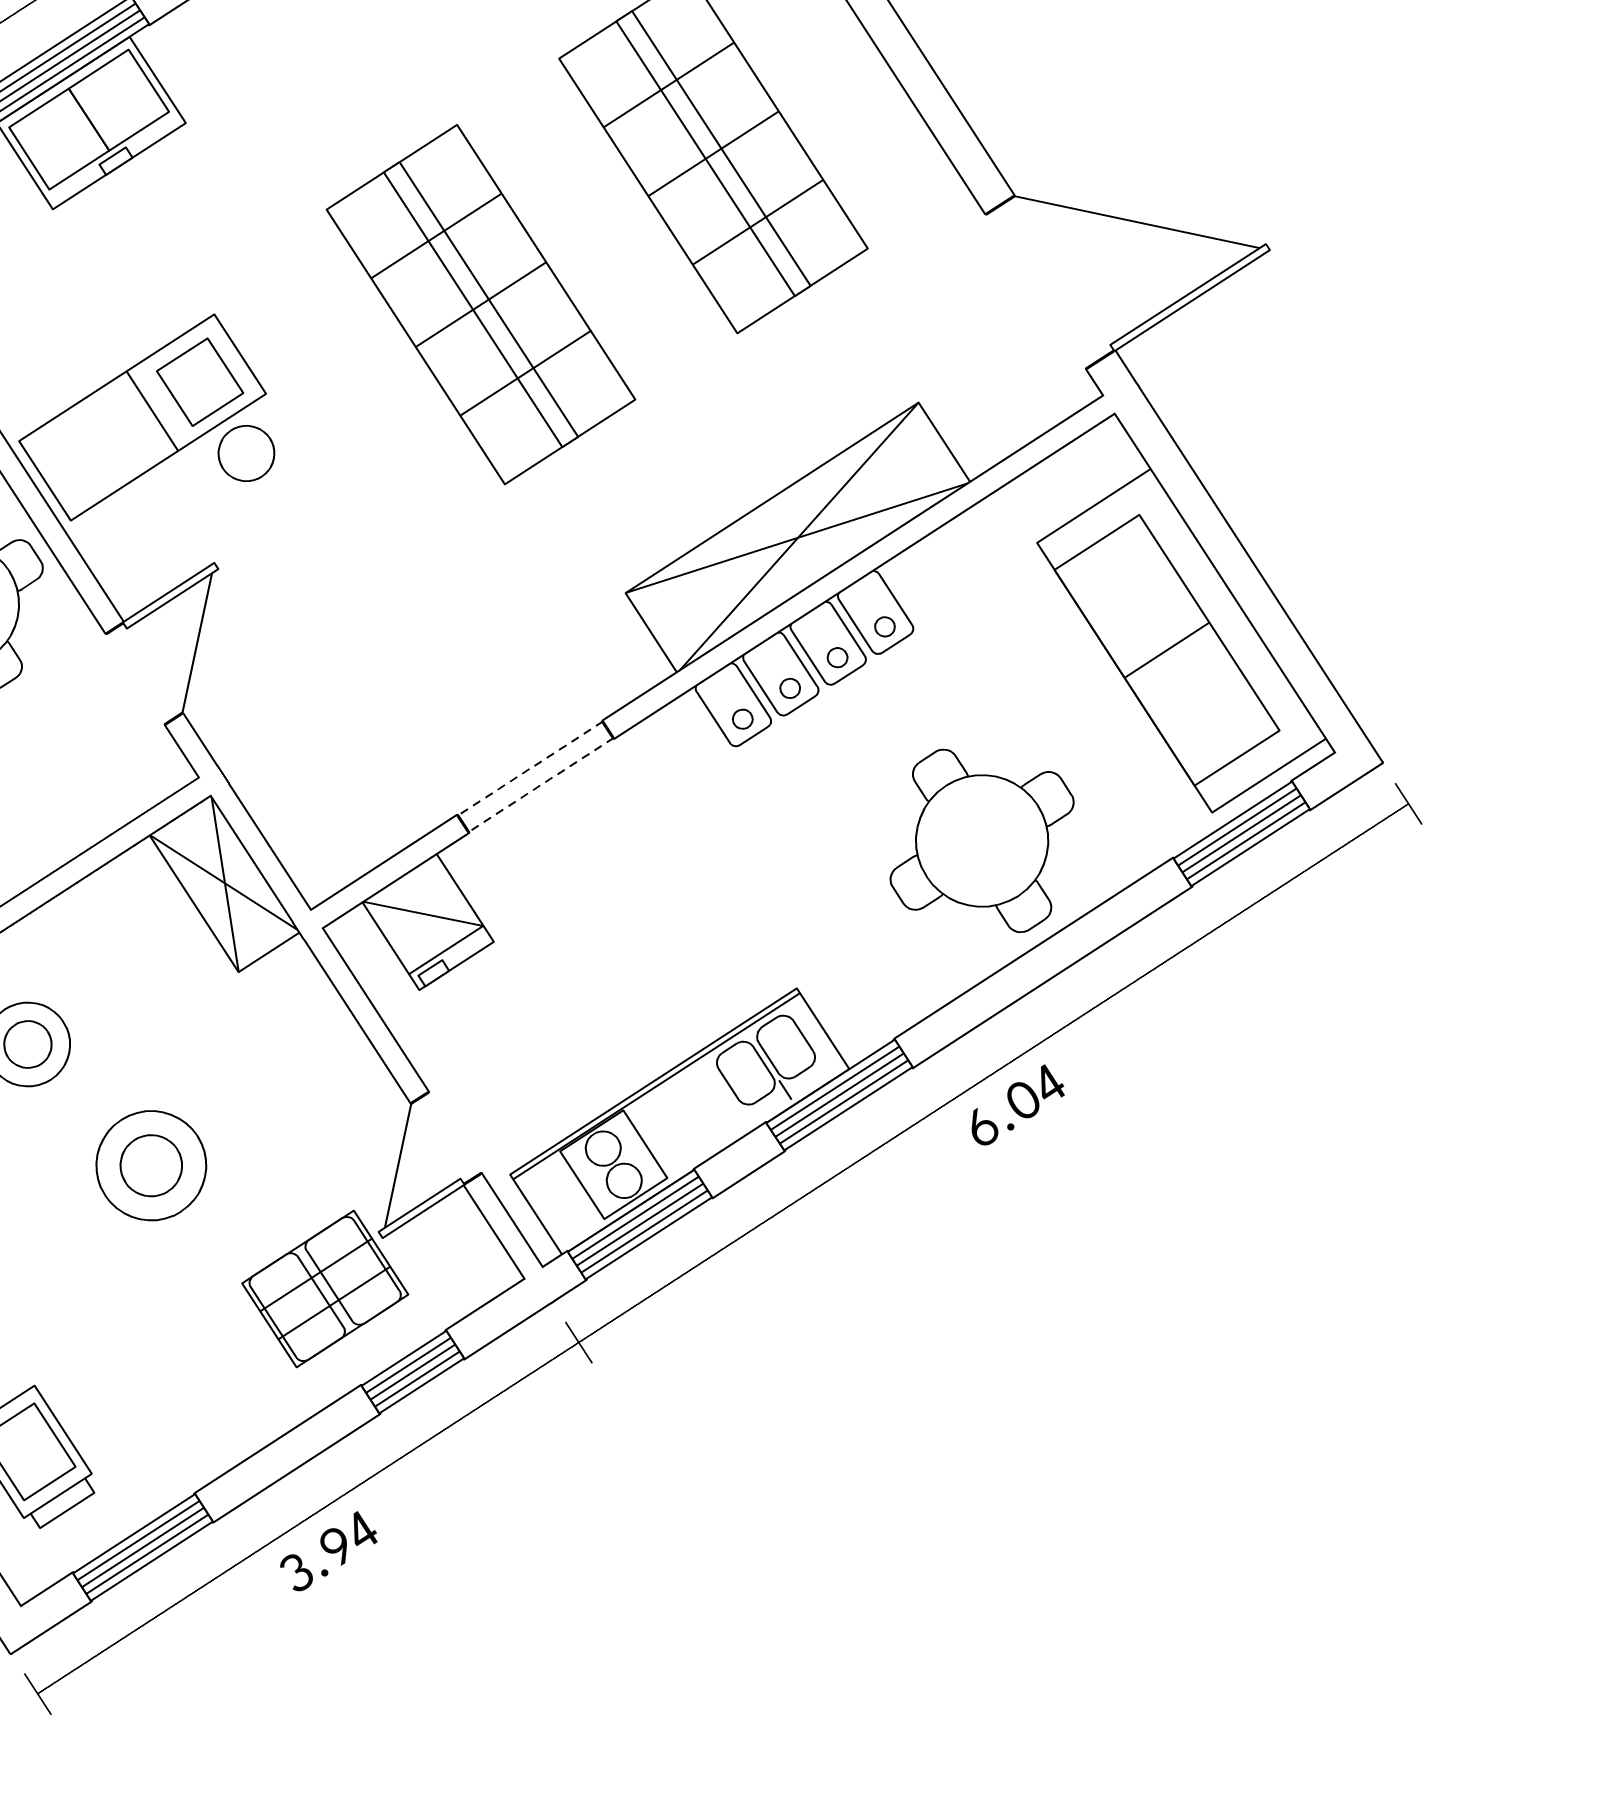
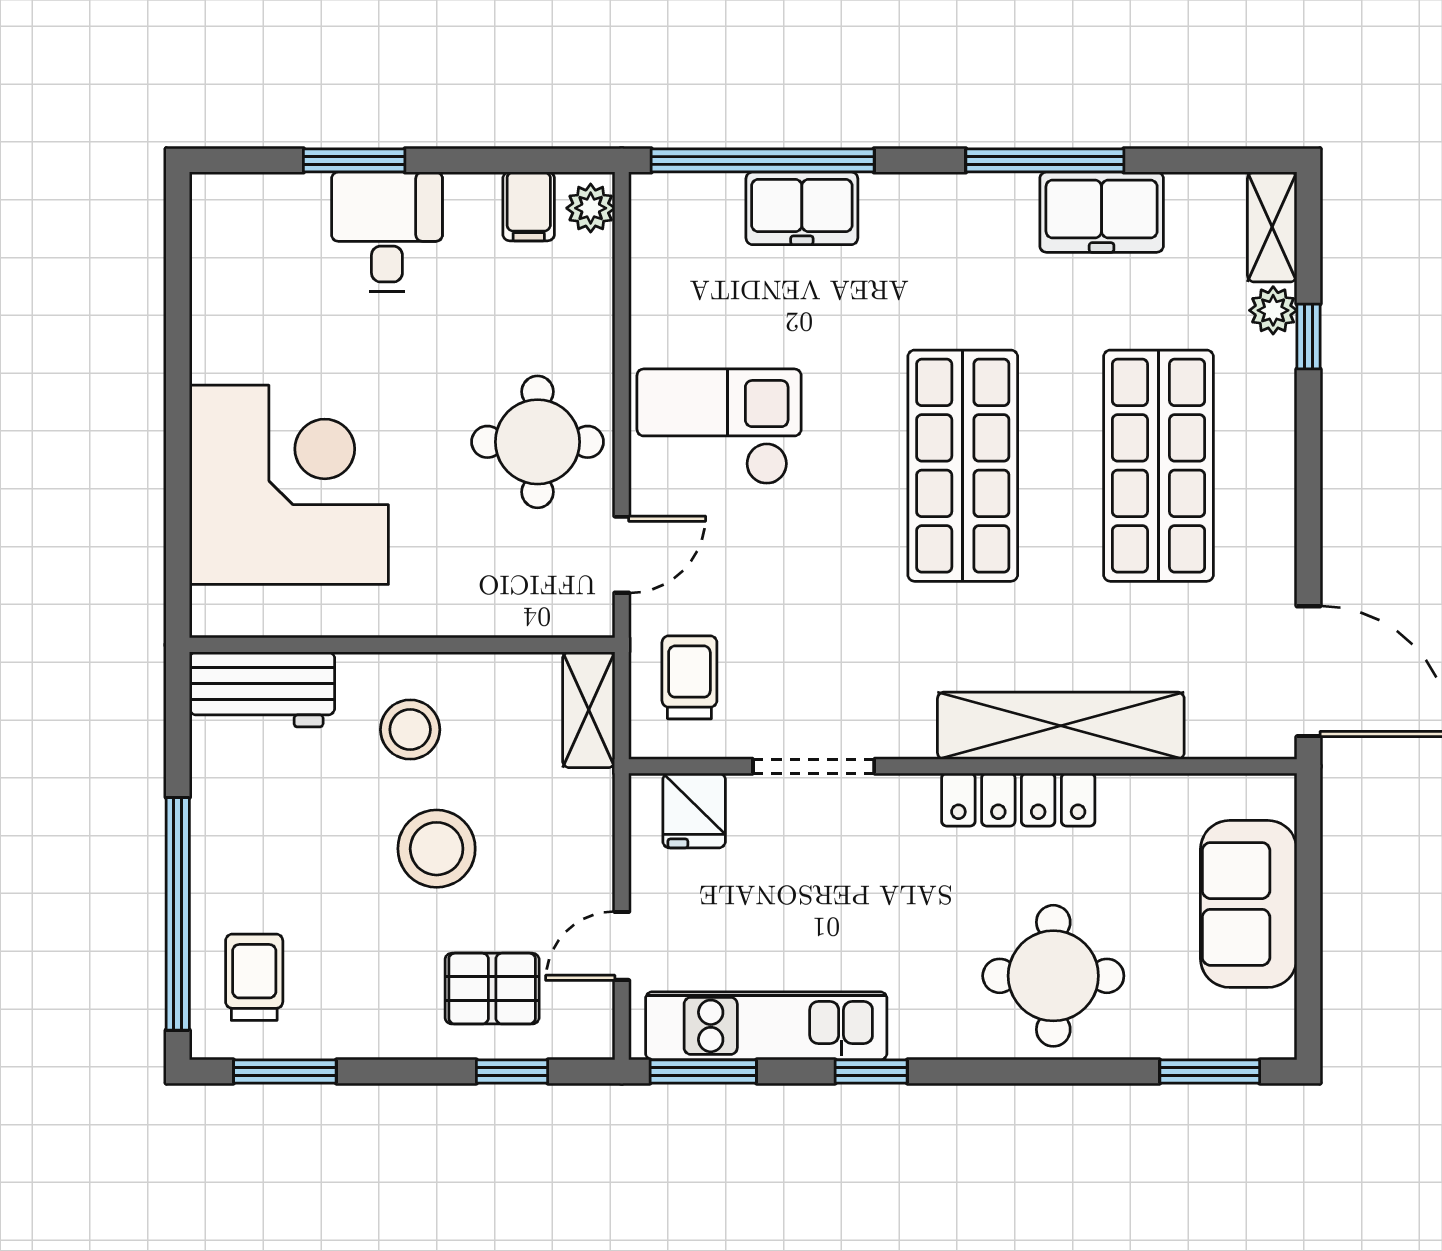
sofa: (1182, 641) -> (1249, 904), width x0.73
trolley: (320, 767) -> (689, 677), added
window: (840, 1095) -> (871, 1071), width x0.67

